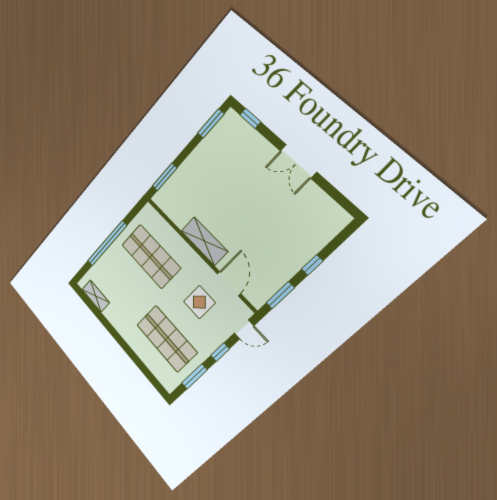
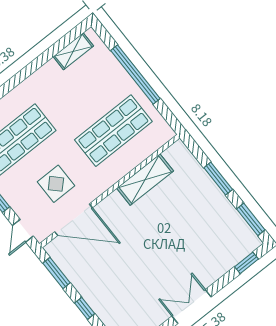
window: (165, 177) -> (218, 179), moved
shelving: (204, 241) -> (145, 180), moved
door: (229, 284) -> (73, 220), width x1.36

